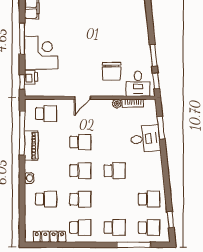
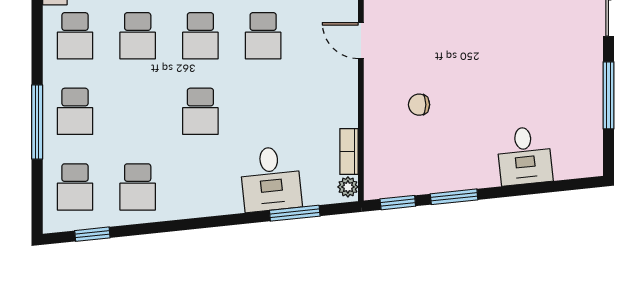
chair: (112, 71) -> (419, 105), width x0.54, depth x0.54
desk: (138, 84) -> (525, 156), moved, turned -96
plant: (117, 104) -> (348, 187), moved
window: (134, 245) -> (37, 122), moved

